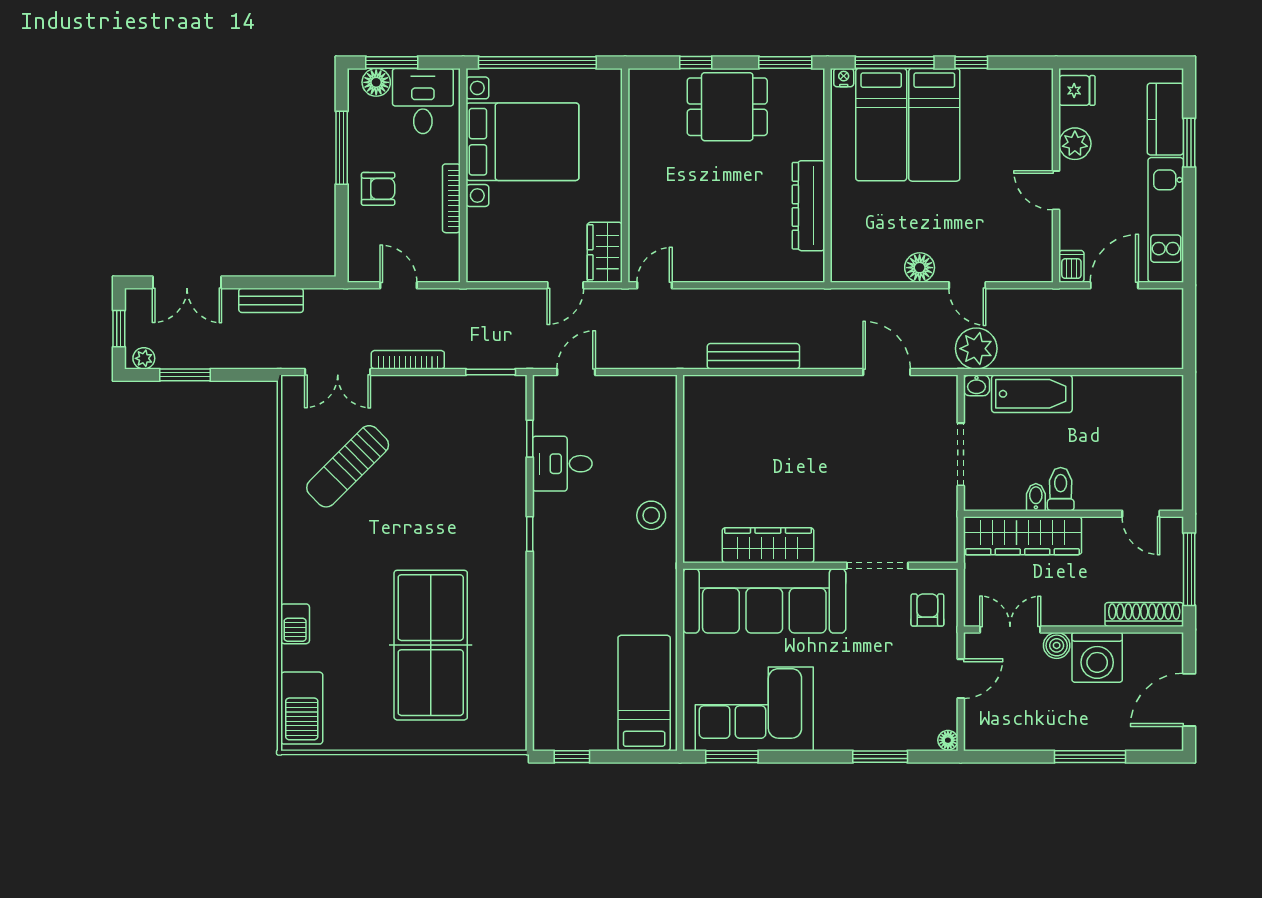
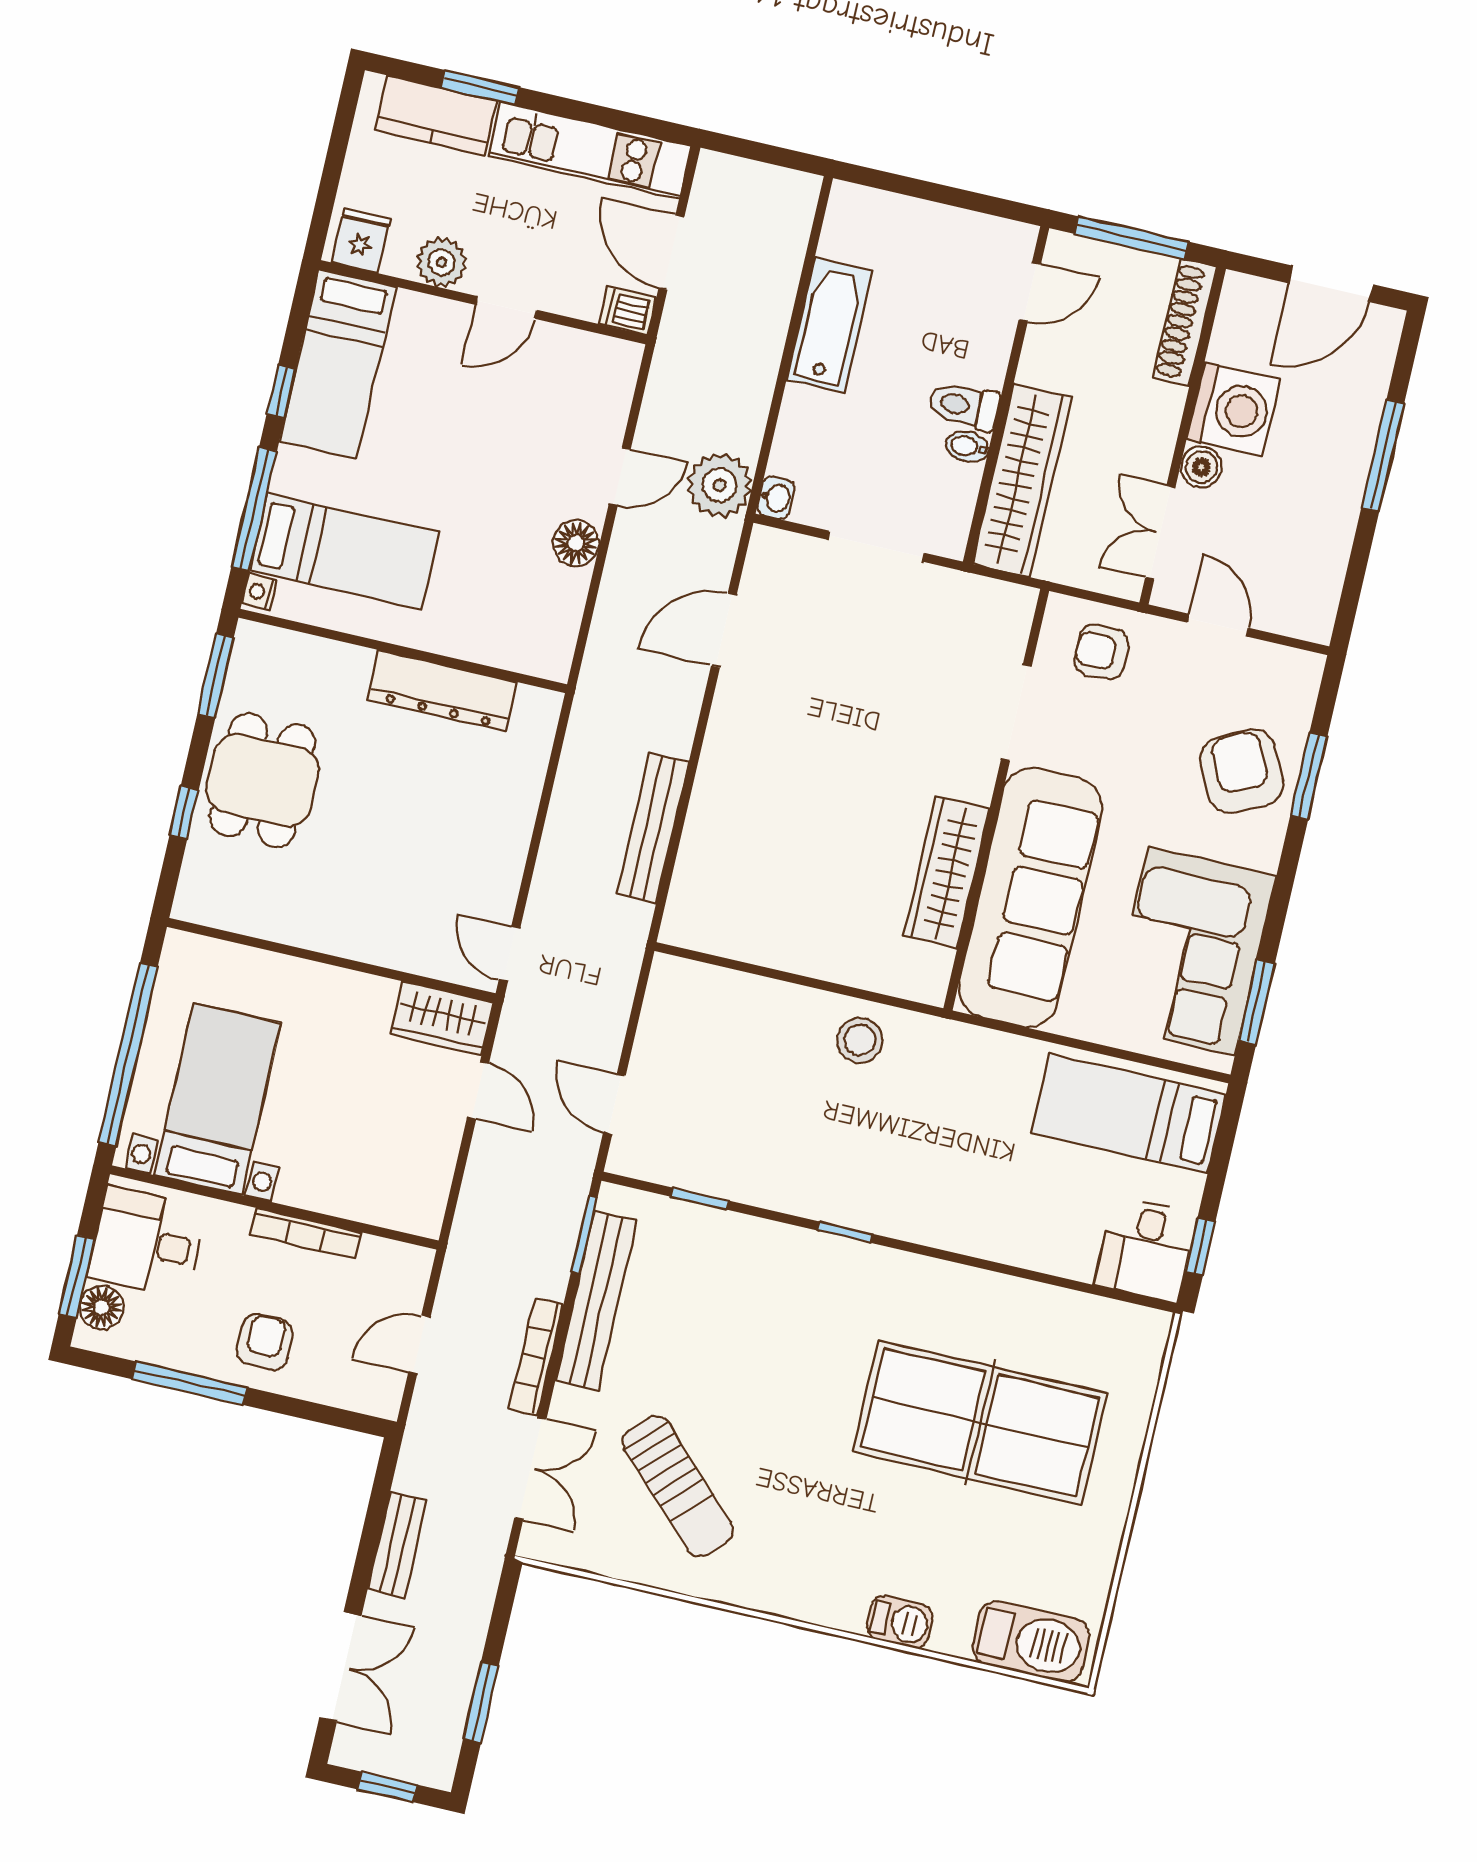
bed: (934, 125) -> (338, 364), moved, turned 90
bed with nightstands: (522, 142) -> (218, 1099), width x0.73
plant: (144, 358) -> (441, 1759), removed
bench: (451, 389) -> (596, 1301), added
bathtub: (1032, 394) -> (829, 325), moved
desk: (562, 464) -> (1146, 1249), moved
door: (1189, 700) -> (1331, 284), hinge flipped
armchair: (873, 714) -> (1242, 771), added
floor lamp: (948, 740) -> (1307, 666), removed

